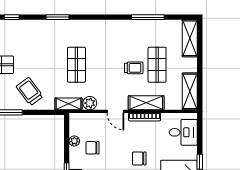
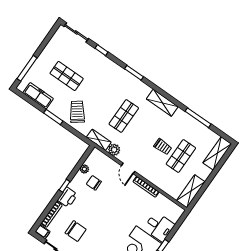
shelving: (146, 103) -> (162, 103), moved
desk: (183, 132) -> (159, 227), moved
chair: (139, 158) -> (122, 214), removed

